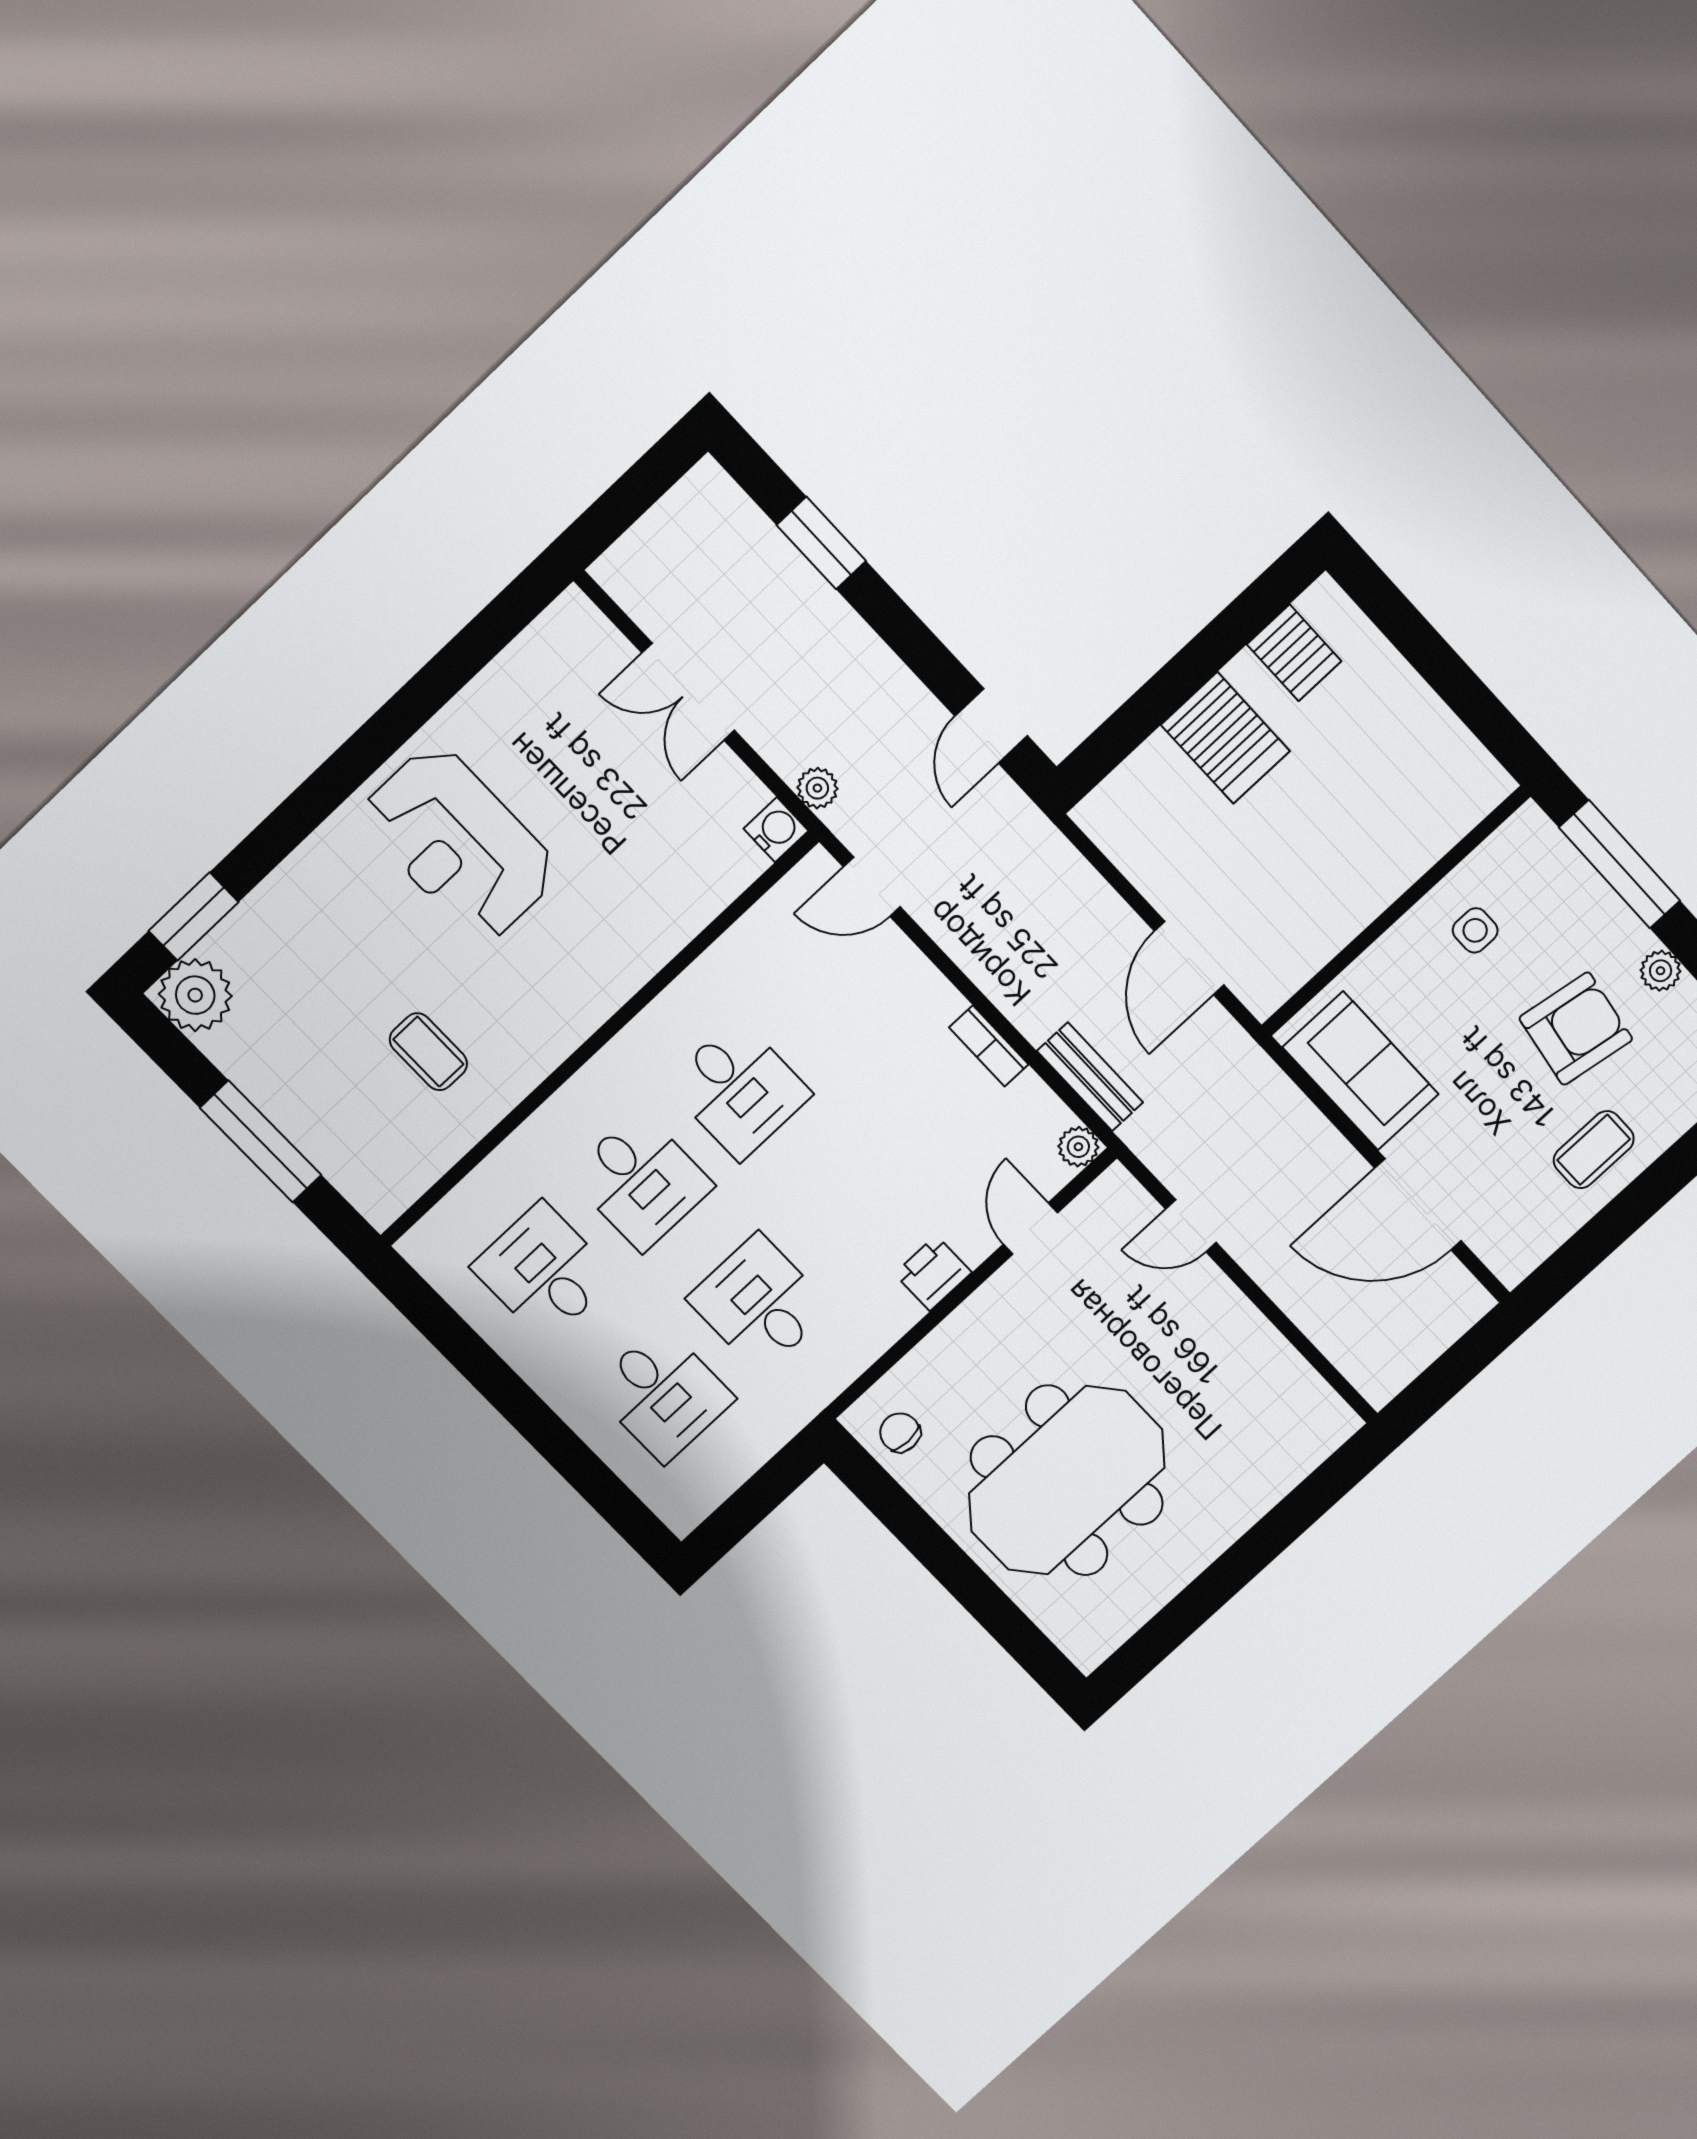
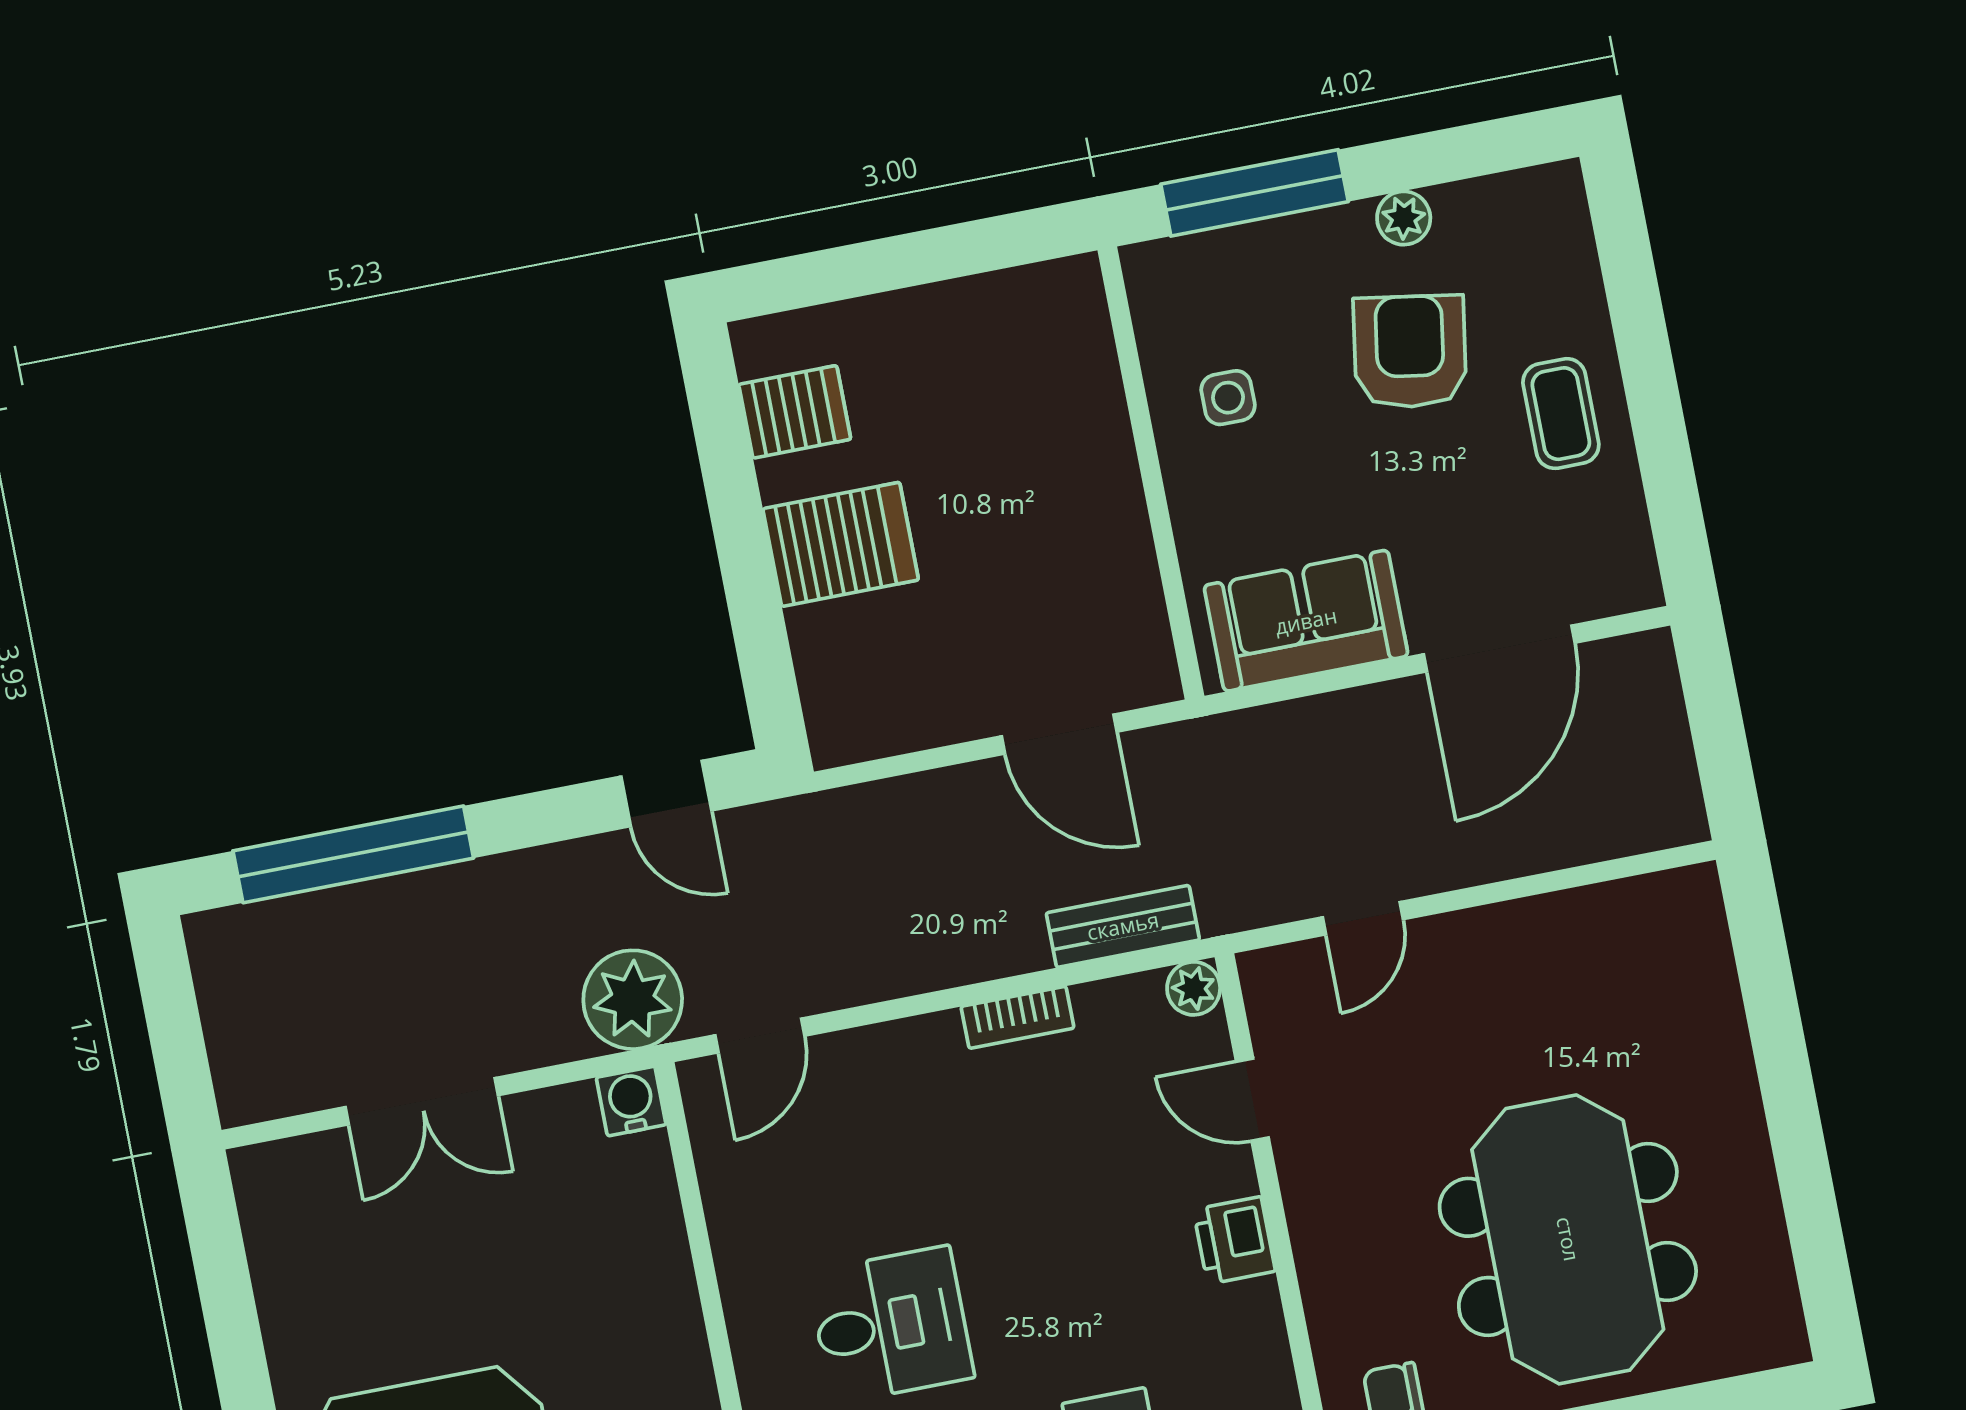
window: (821, 543) -> (353, 854), width x2.11
plant: (817, 788) -> (633, 1000), width x1.88, depth x1.88

